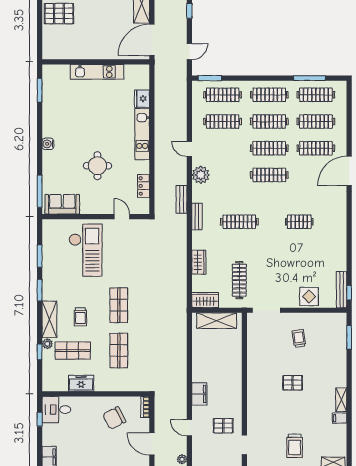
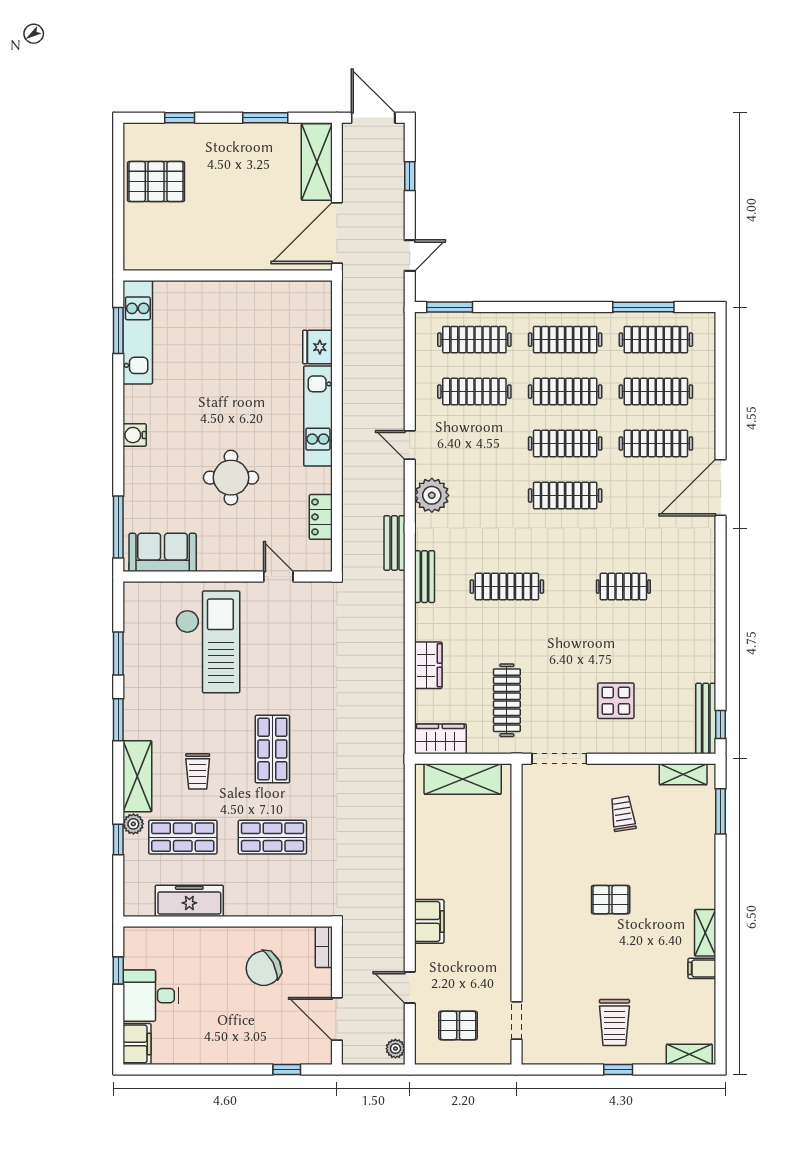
kitchen unit: (97, 72) -> (138, 332), moved, turned -90
display table: (309, 297) -> (616, 701), moved
shelving: (330, 318) -> (683, 774), added
shop shelf: (119, 351) -> (272, 837), turned 90
freezer: (81, 383) -> (189, 901), width x1.40
desk: (56, 410) -> (151, 996), moved
pallet: (223, 426) -> (458, 1025), moved

